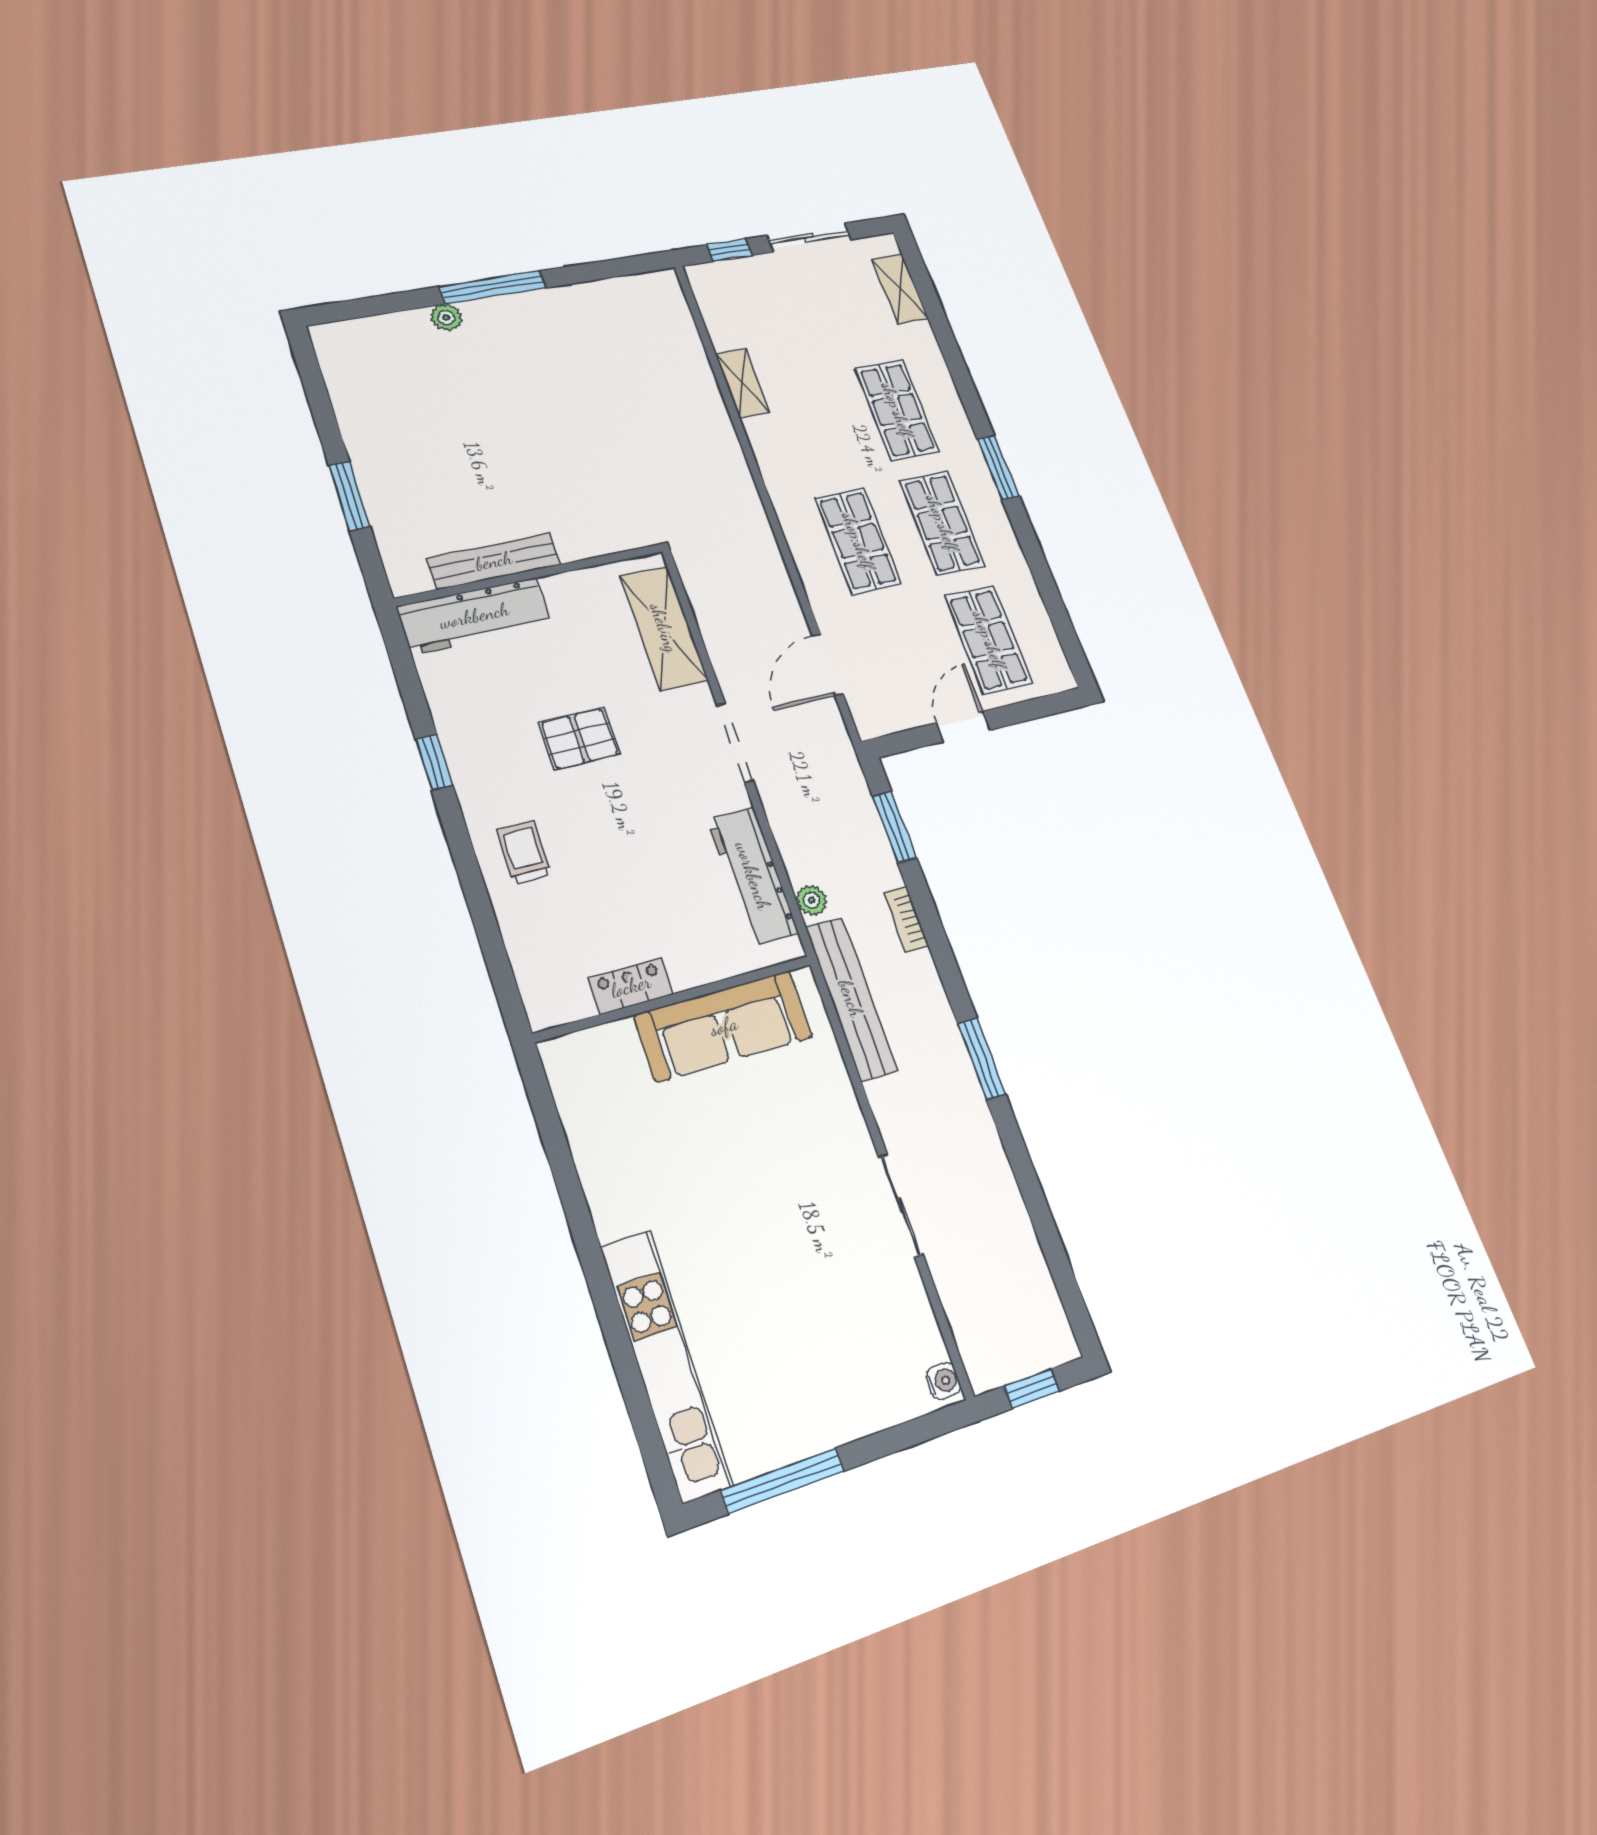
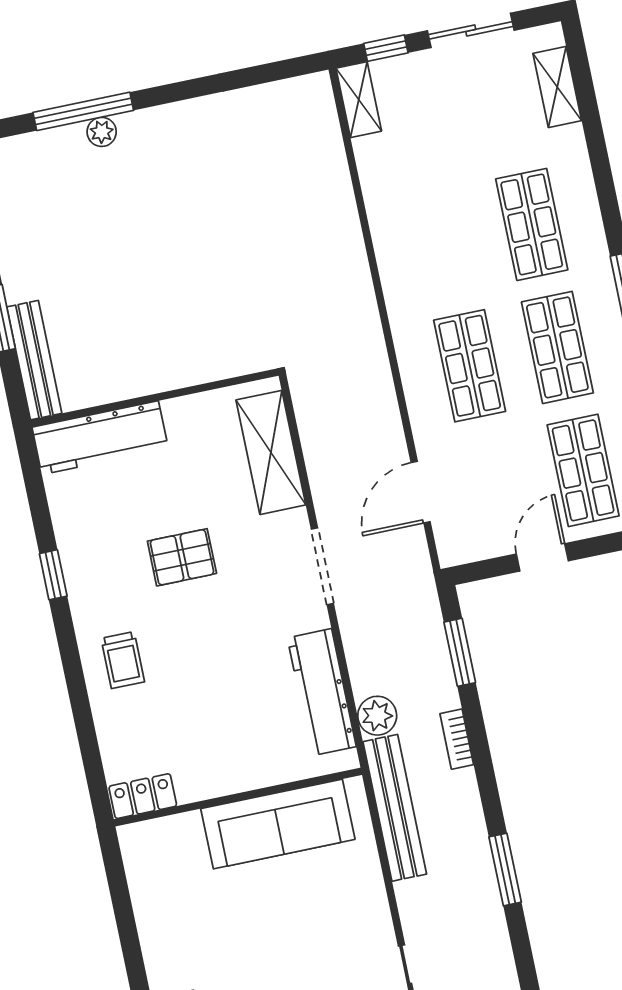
window: (493, 287) -> (83, 111), moved
shelving: (742, 383) -> (359, 100), moved
bench: (494, 561) -> (34, 360), moved, turned 90
trolley: (524, 852) -> (123, 660), turned 180
plant: (812, 900) -> (377, 716), width x1.38, depth x1.38
locker: (631, 986) -> (143, 796), moved

